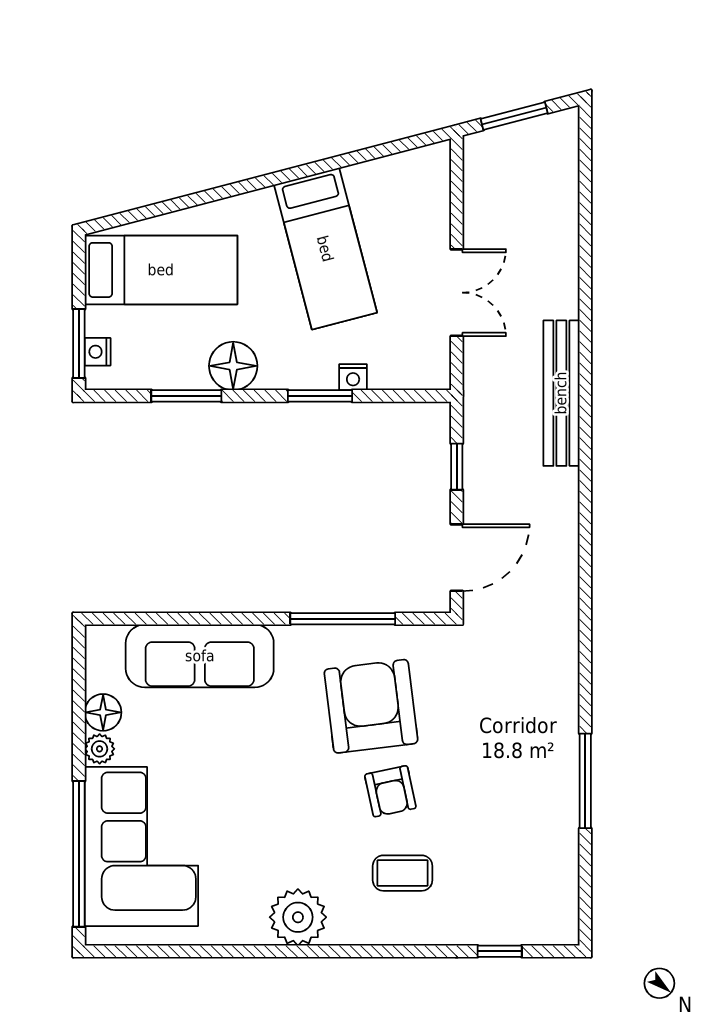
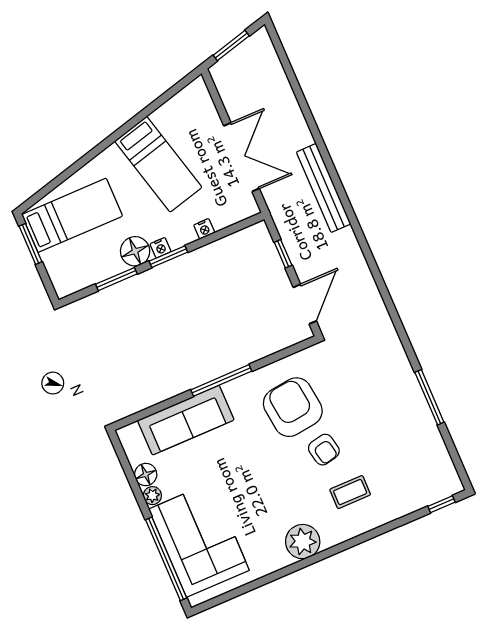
double door: (457, 293) -> (242, 157), width x1.37
window: (79, 344) -> (30, 244), moved
nightstand: (98, 352) -> (161, 248), moved, turned -90
window: (320, 396) -> (168, 257), moved
window: (343, 619) -> (221, 380), moved
window: (500, 951) -> (441, 504), moved

